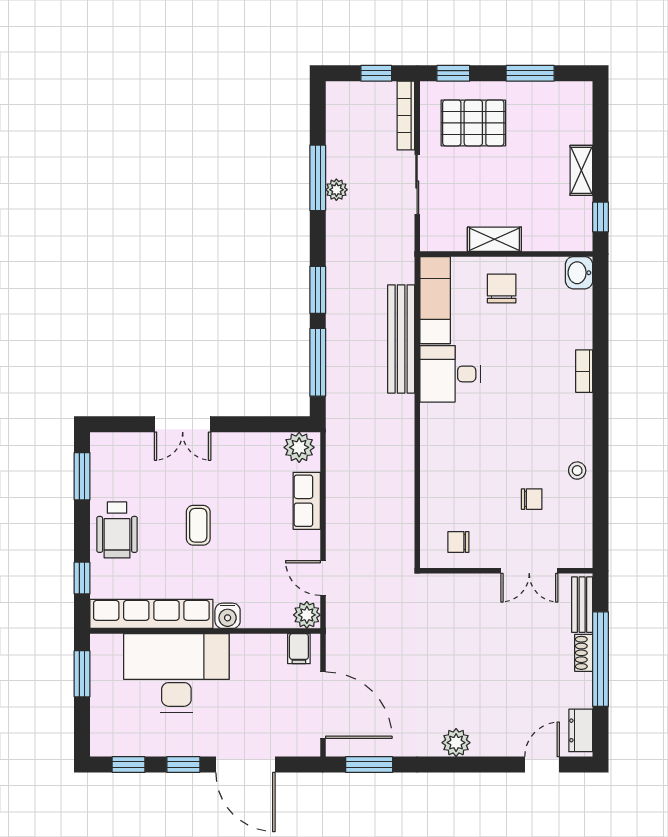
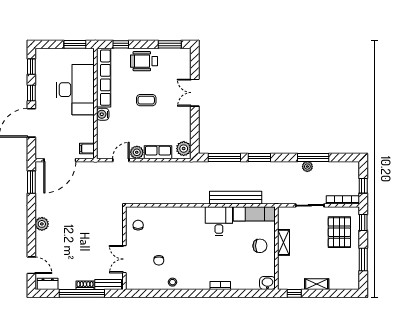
plant: (307, 615) -> (137, 152), moved

